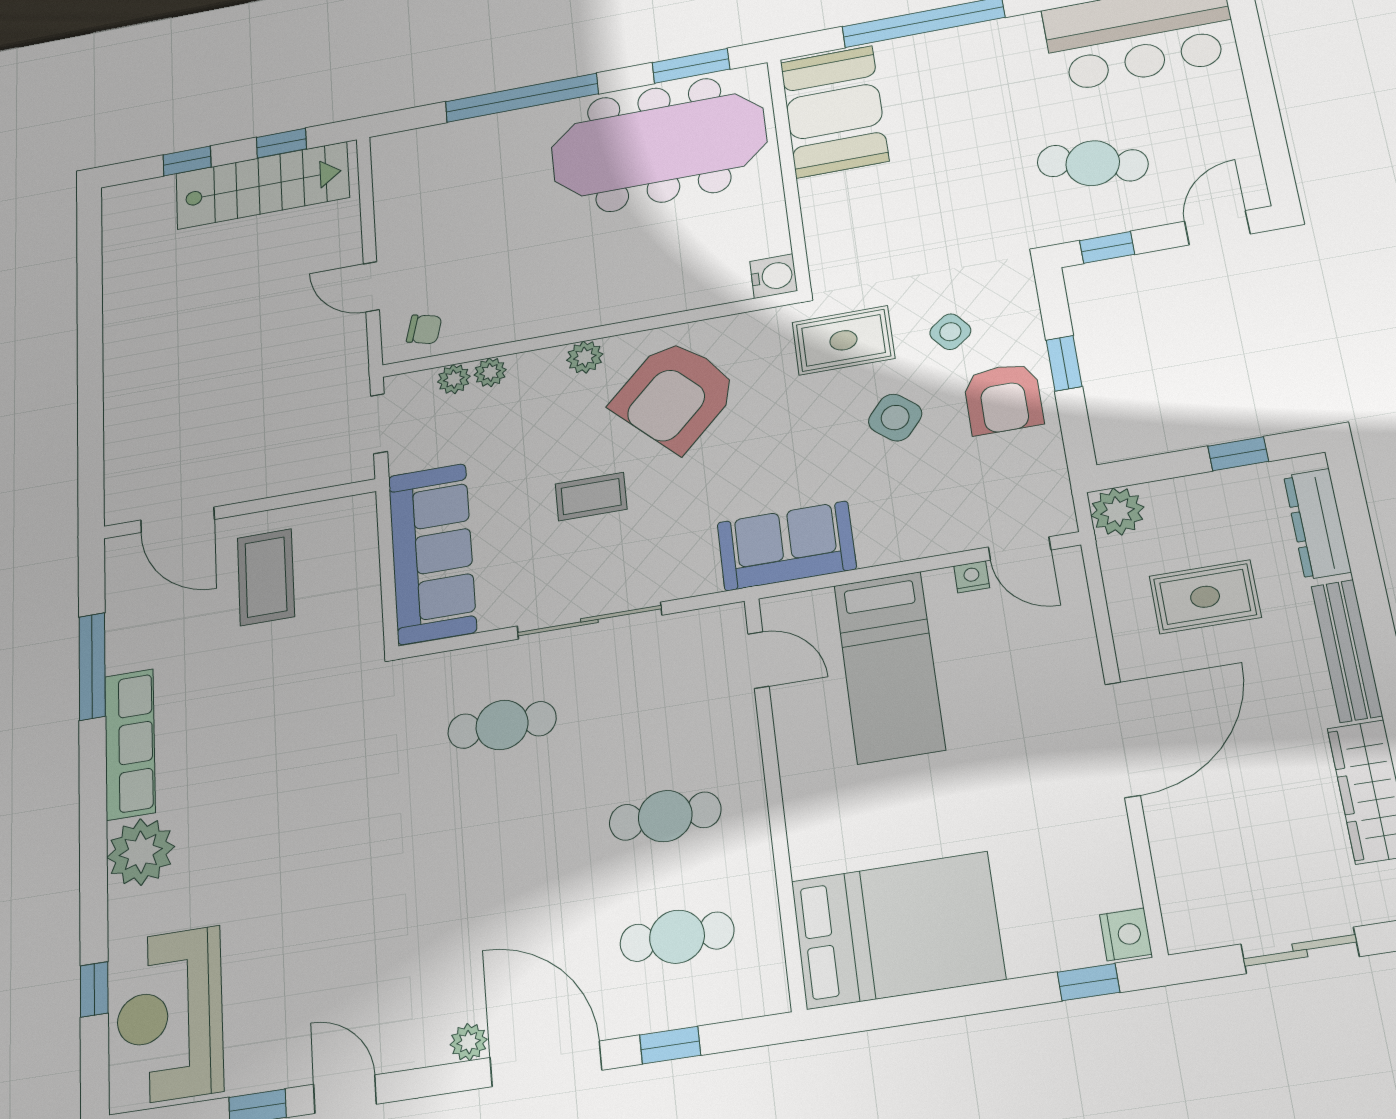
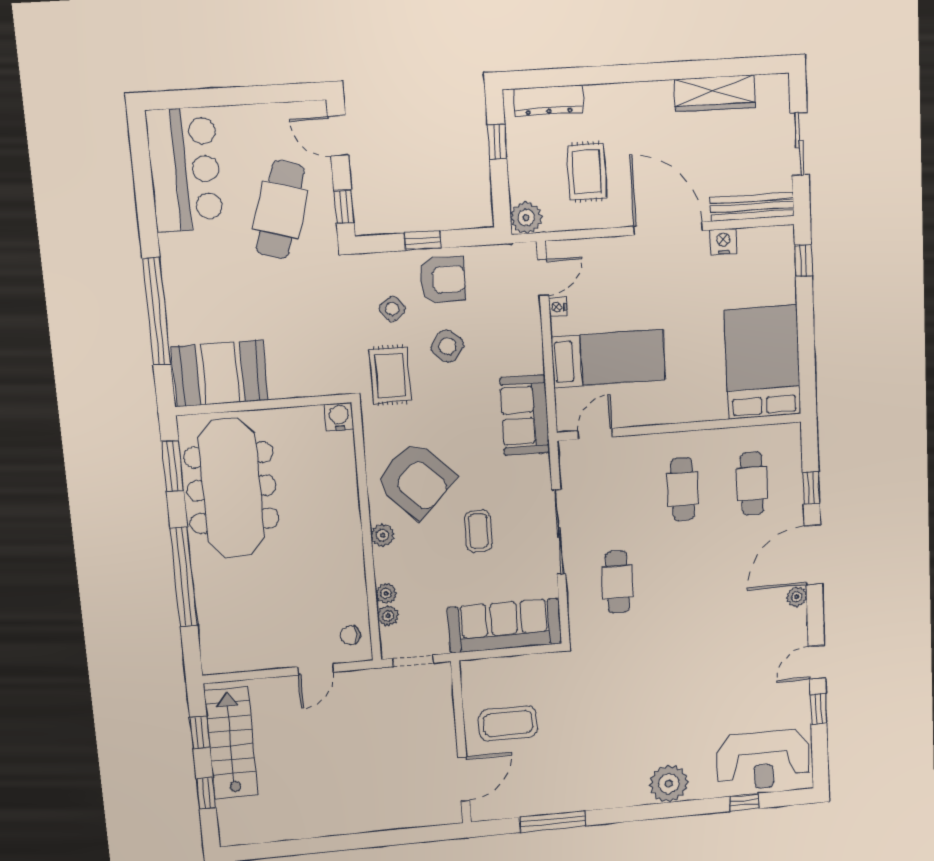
cafe table: (1093, 163) -> (280, 210), width x1.37, depth x1.35
chair: (424, 329) -> (350, 635), turned -105
bench: (1347, 651) -> (752, 207), moved
row of seats: (130, 744) -> (604, 795), removed
nightstand: (1126, 934) -> (723, 241), moved

